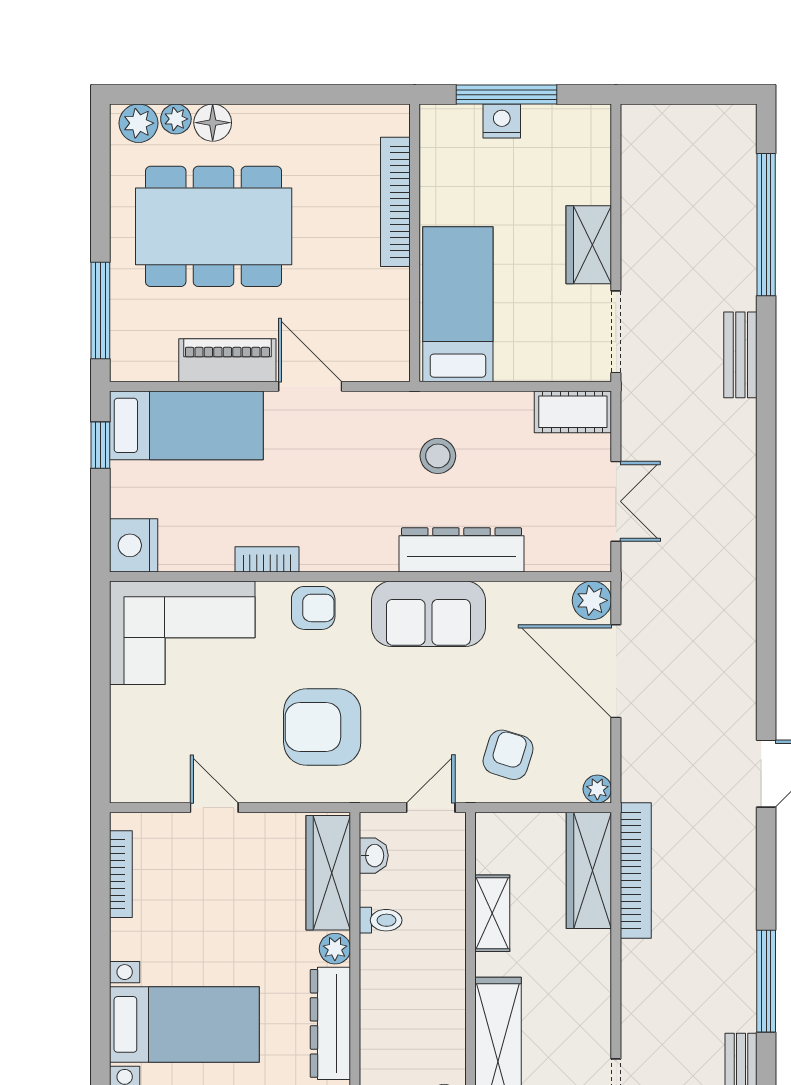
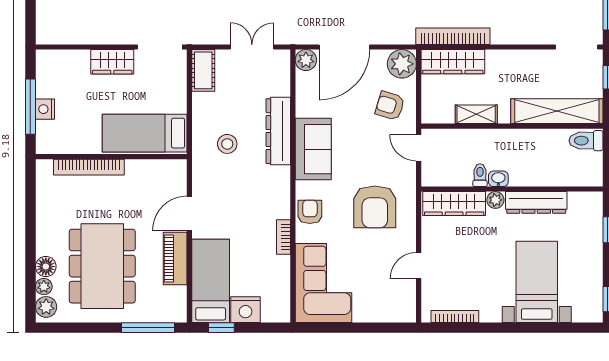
nightstand: (134, 545) -> (246, 310), moved
plant: (597, 789) -> (402, 64), width x1.87, depth x1.87
washbasin: (374, 856) -> (498, 179), moved

